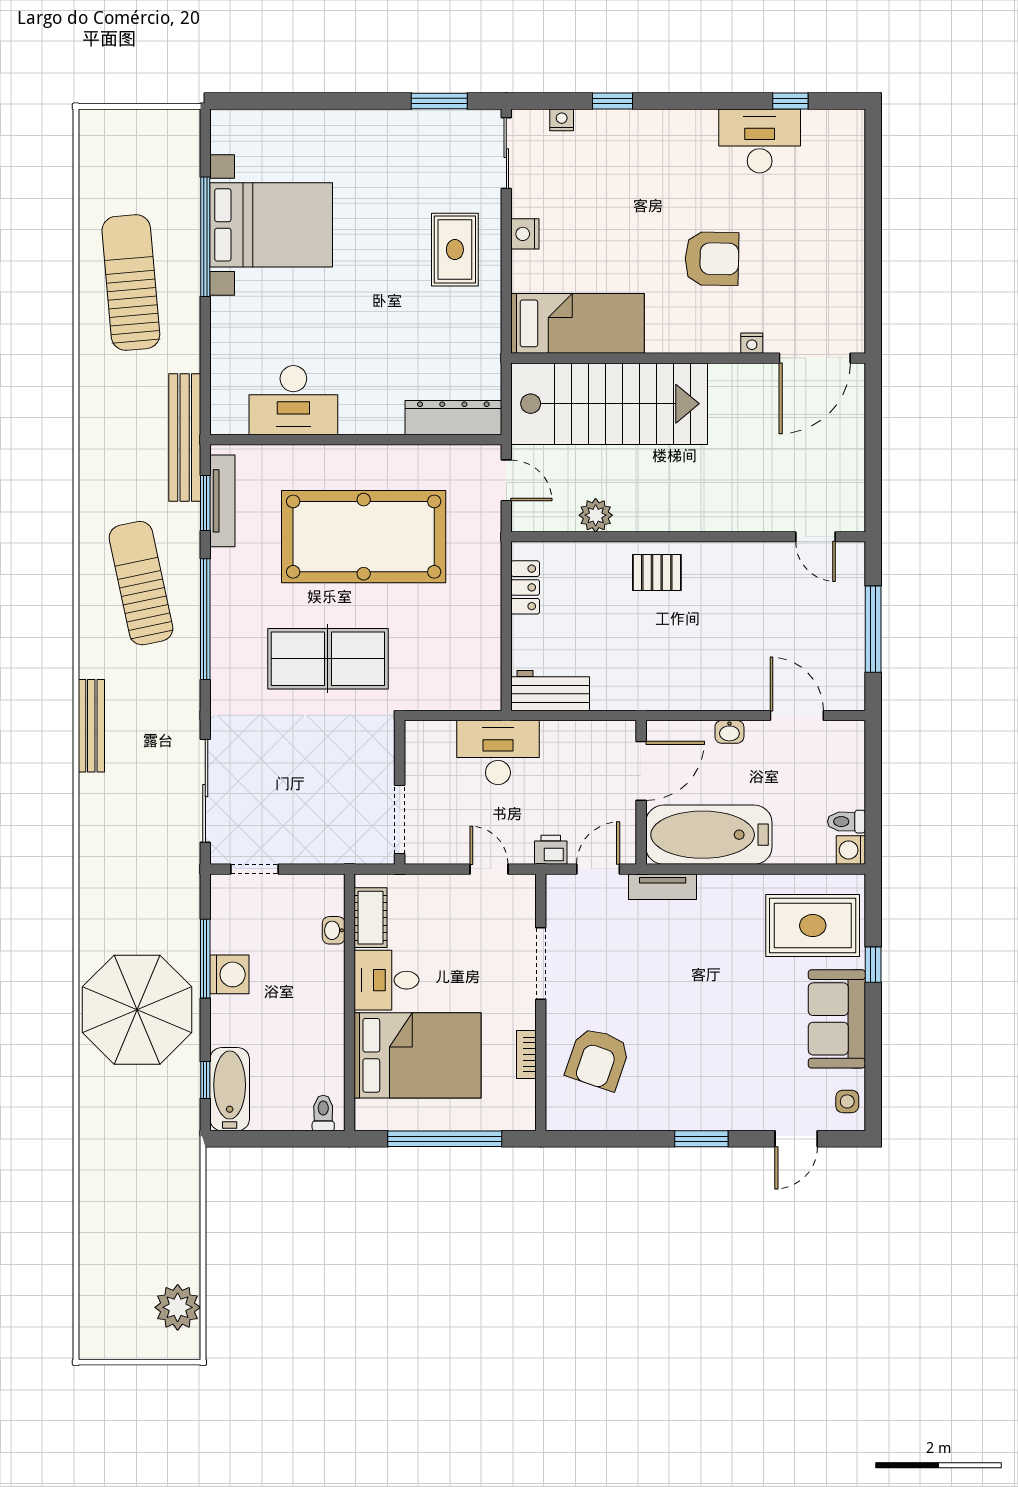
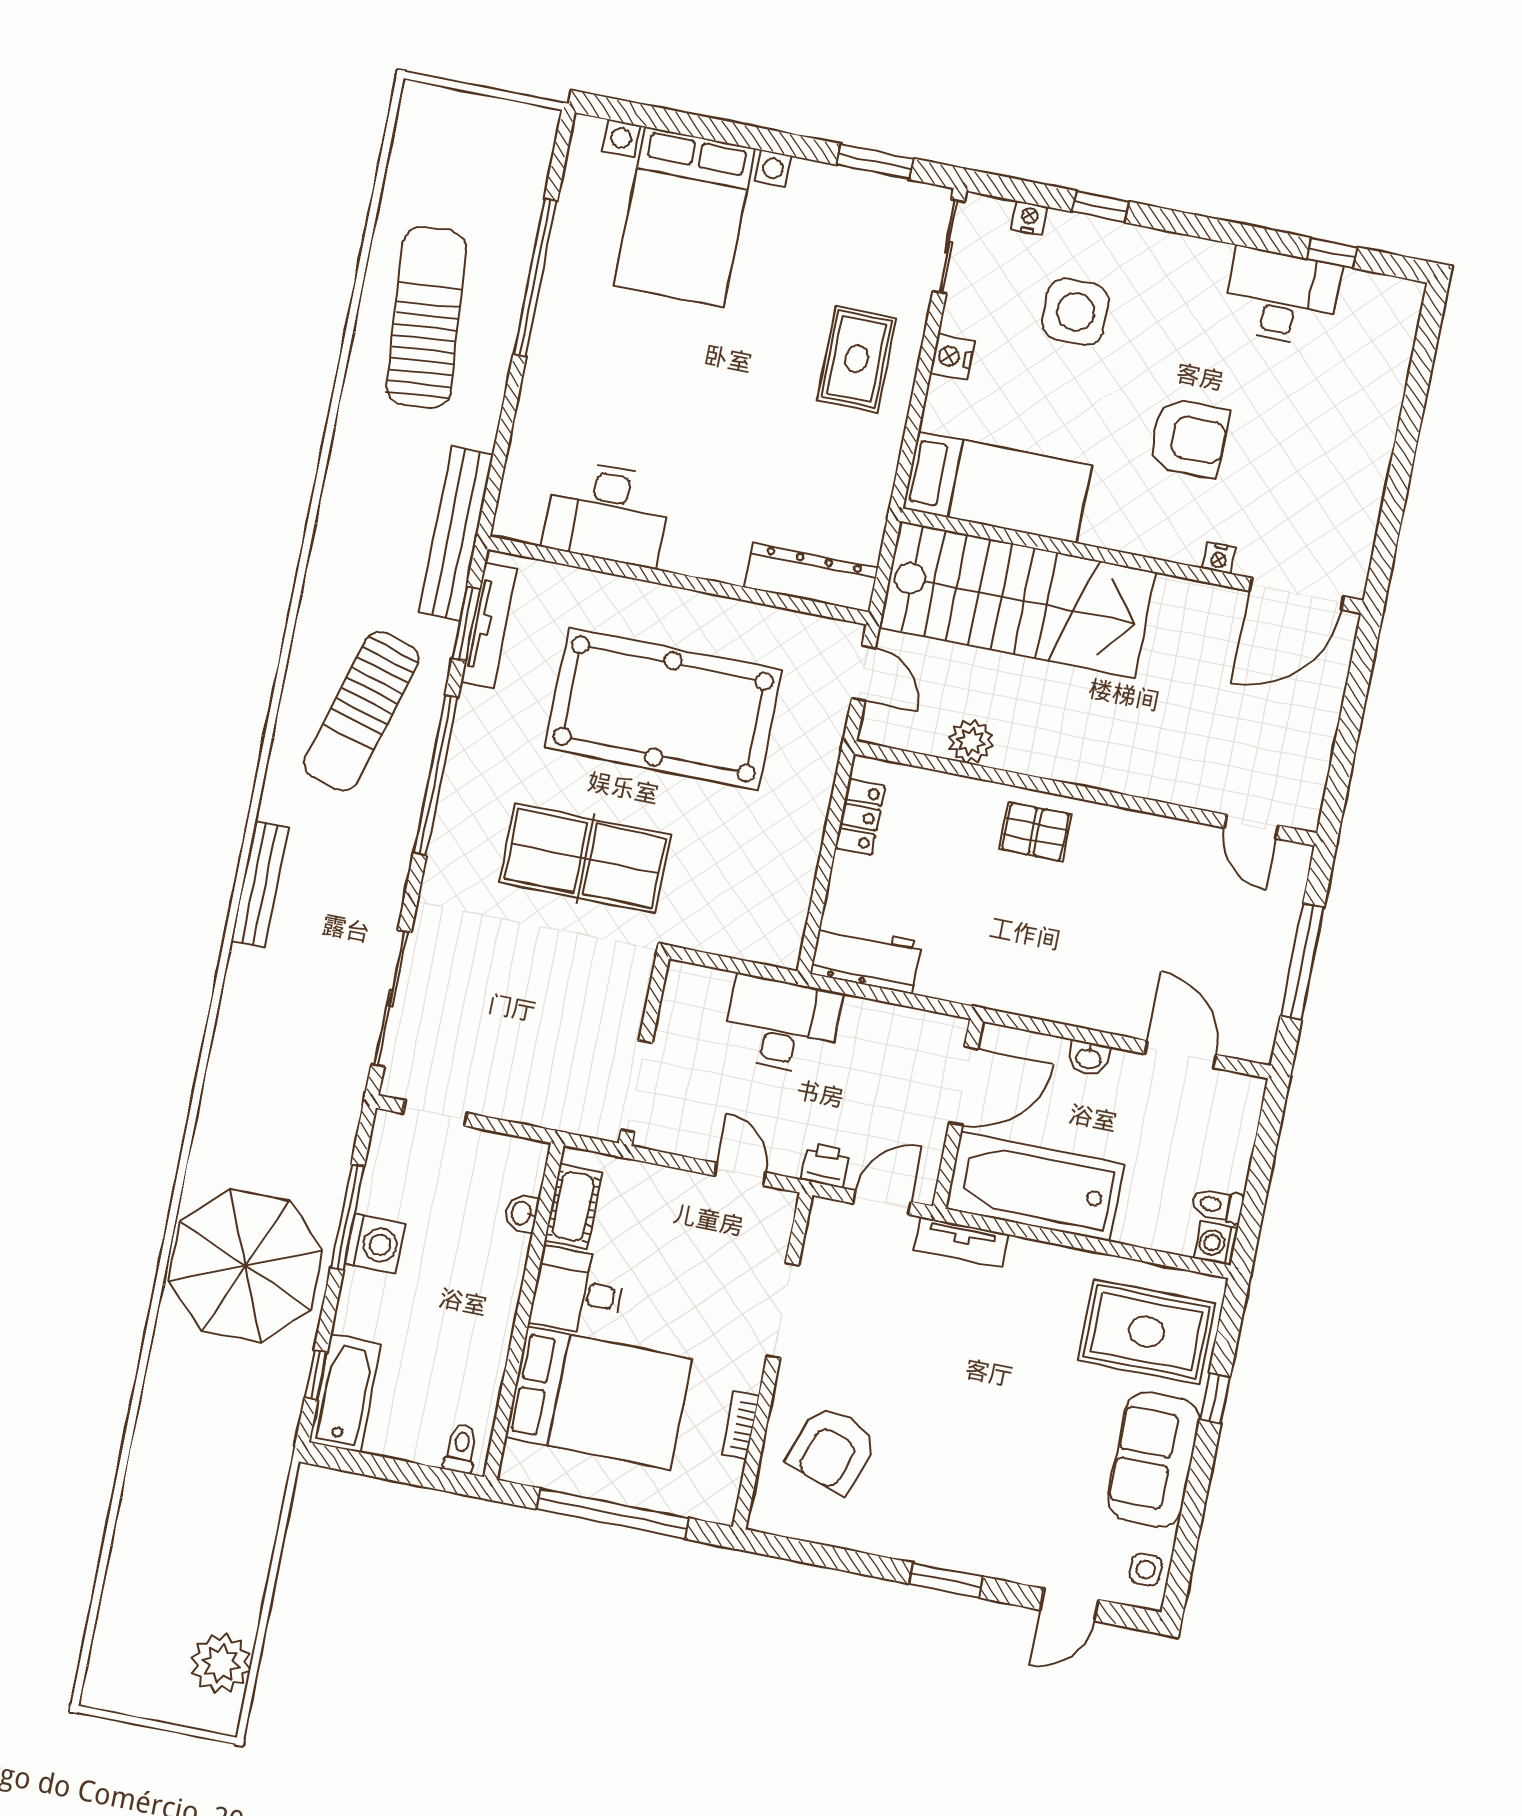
side table: (610, 182) -> (1075, 312), added
bed with nightstands: (271, 225) -> (684, 217), moved, turned 90
sun lounger: (141, 583) -> (361, 711), turned -152

